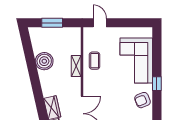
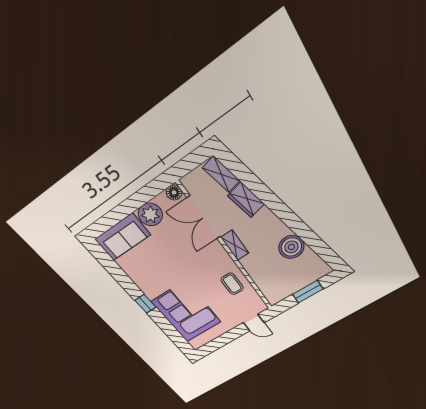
shelving: (76, 66) -> (235, 245), moved
armchair: (142, 100) -> (146, 278), removed

